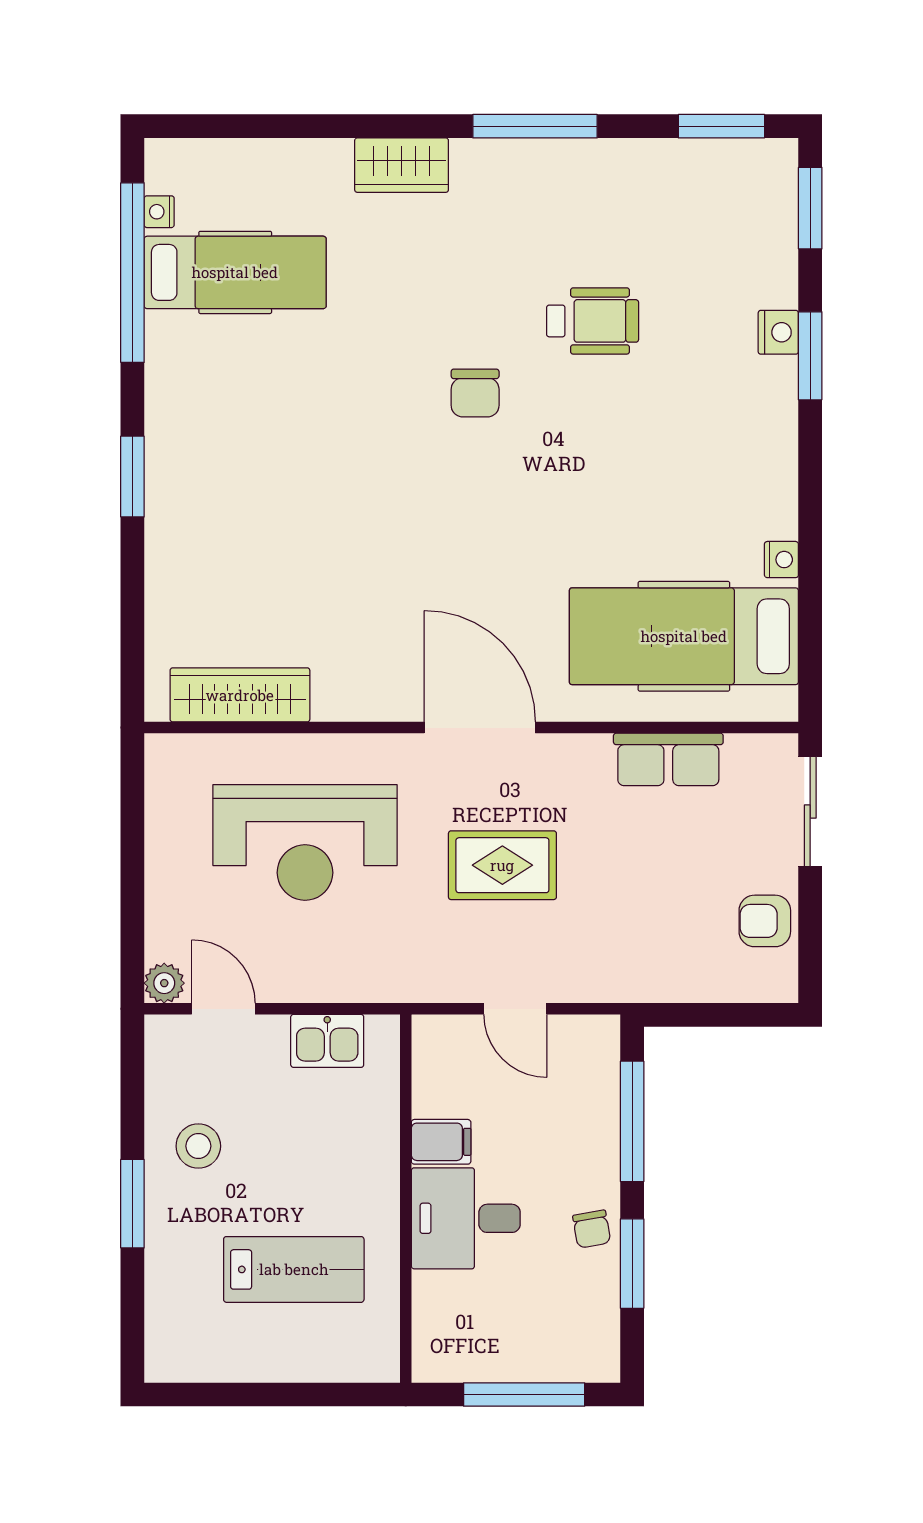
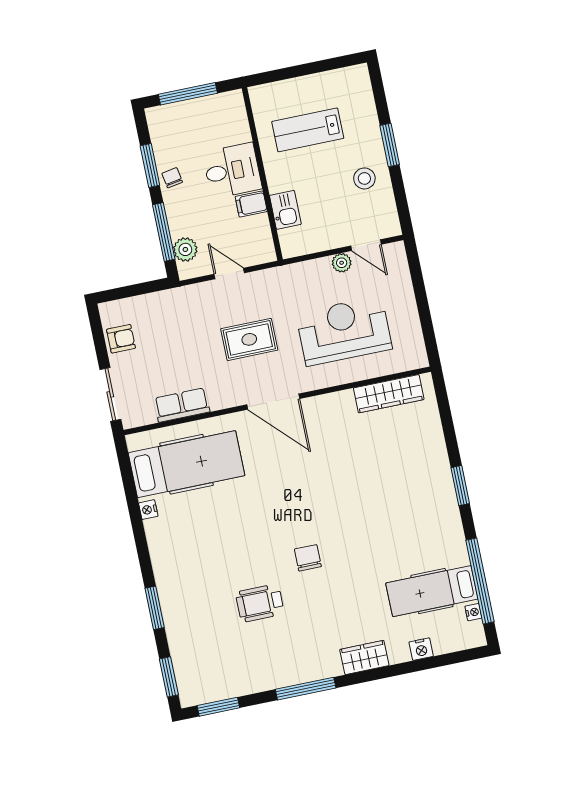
nightstand: (778, 332) -> (421, 649), moved, turned -90
plant: (164, 983) -> (342, 263), moved
kitchen sink: (327, 1041) -> (285, 210), moved, turned 90
plant: (595, 1077) -> (185, 249), added

